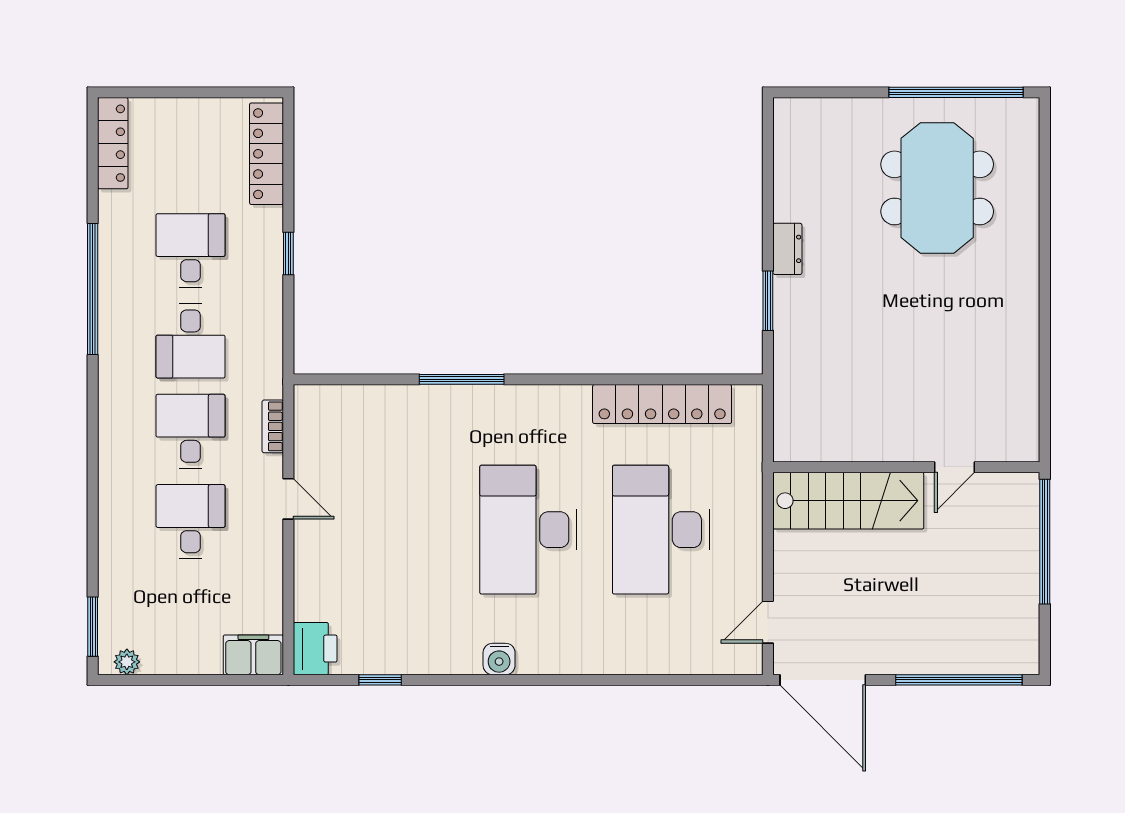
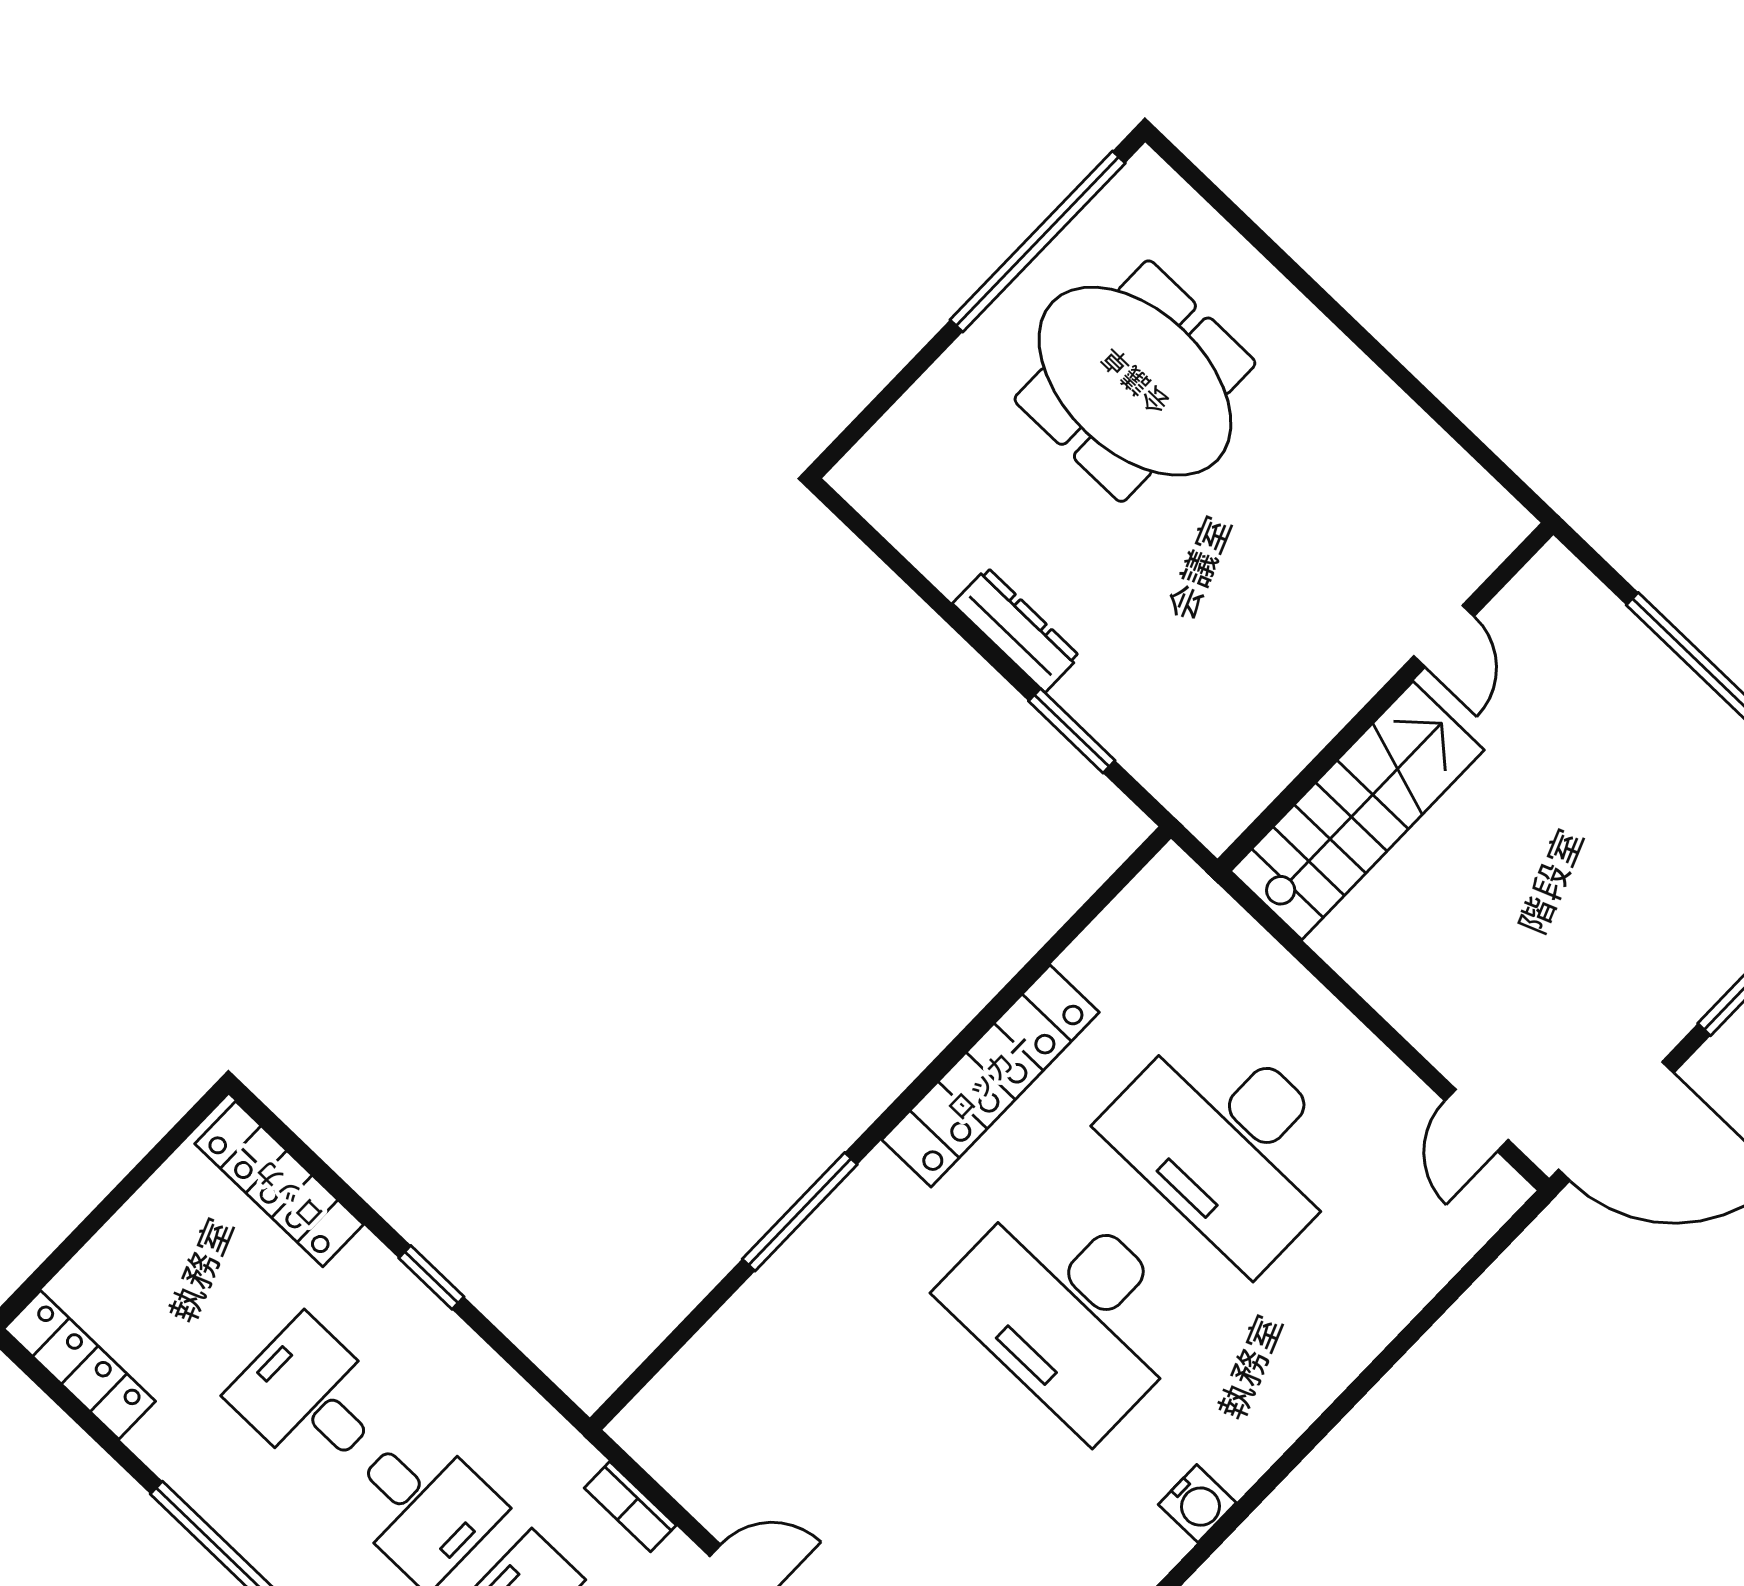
dresser: (787, 249) -> (1016, 630), width x1.44
locker: (662, 404) -> (990, 1076), moved
wall: (906, 467) -> (1385, 697), moved
door: (955, 467) -> (1444, 636), moved
stairs: (848, 501) -> (1357, 811), moved

